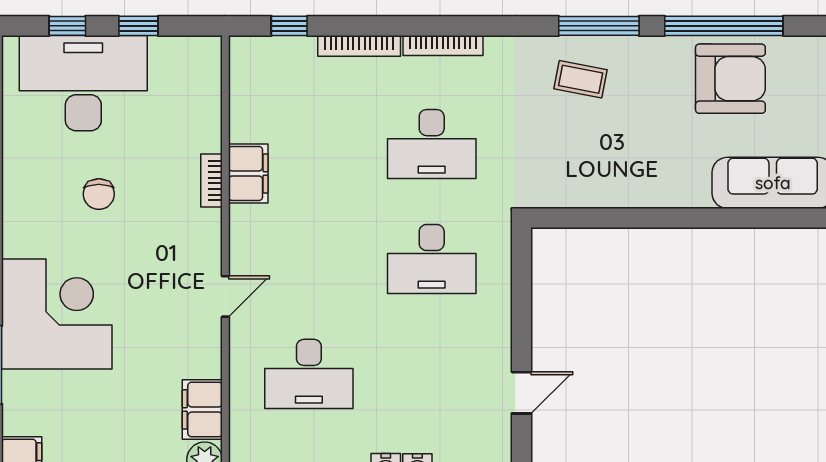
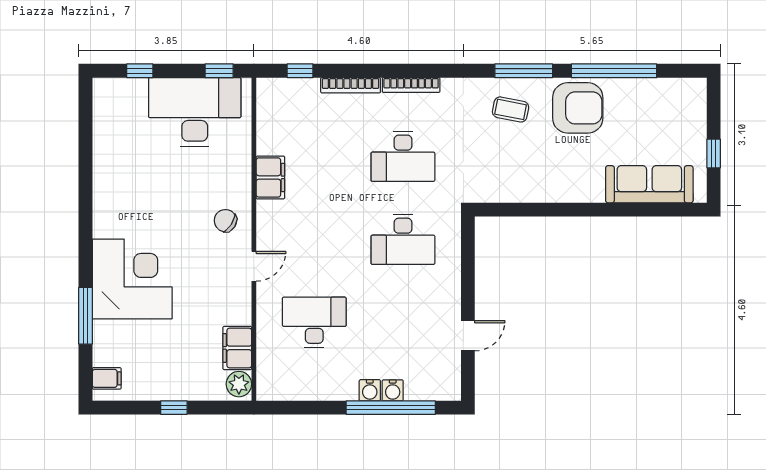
window: (138, 26) -> (219, 71), moved
armchair: (730, 79) -> (578, 108), moved
desk: (83, 83) -> (195, 112), moved
bookcase: (212, 181) -> (244, 183), removed
chair: (99, 194) -> (225, 221), moved, turned 122
desk: (309, 374) -> (314, 322), turned 180

